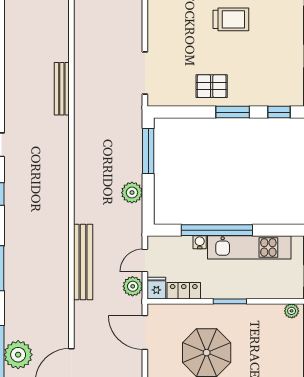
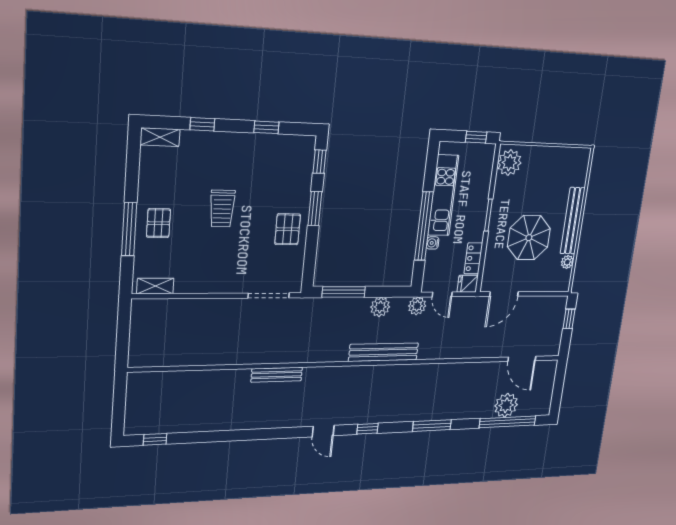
trolley: (231, 19) -> (222, 209), turned 180
bench: (83, 262) -> (384, 352), moved
plant: (133, 286) -> (417, 306), moved
plant: (292, 311) -> (509, 163), width x1.87, depth x1.87

